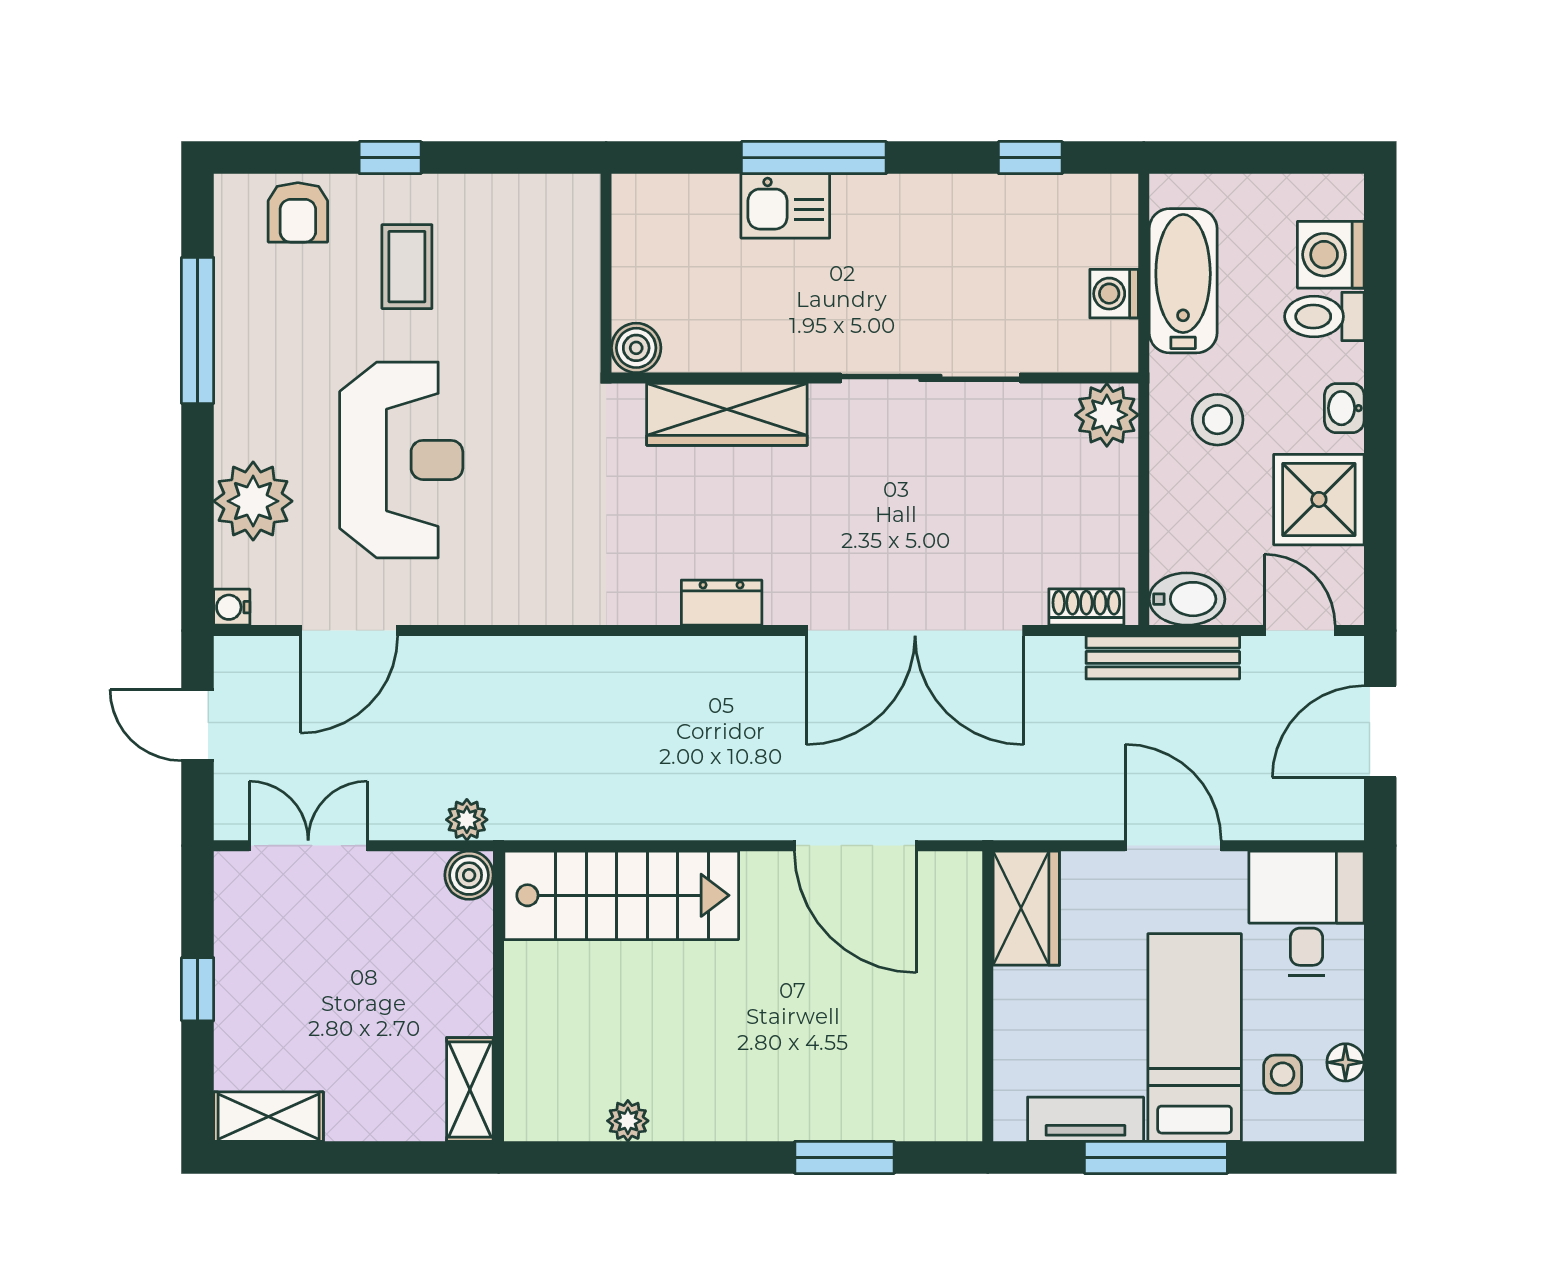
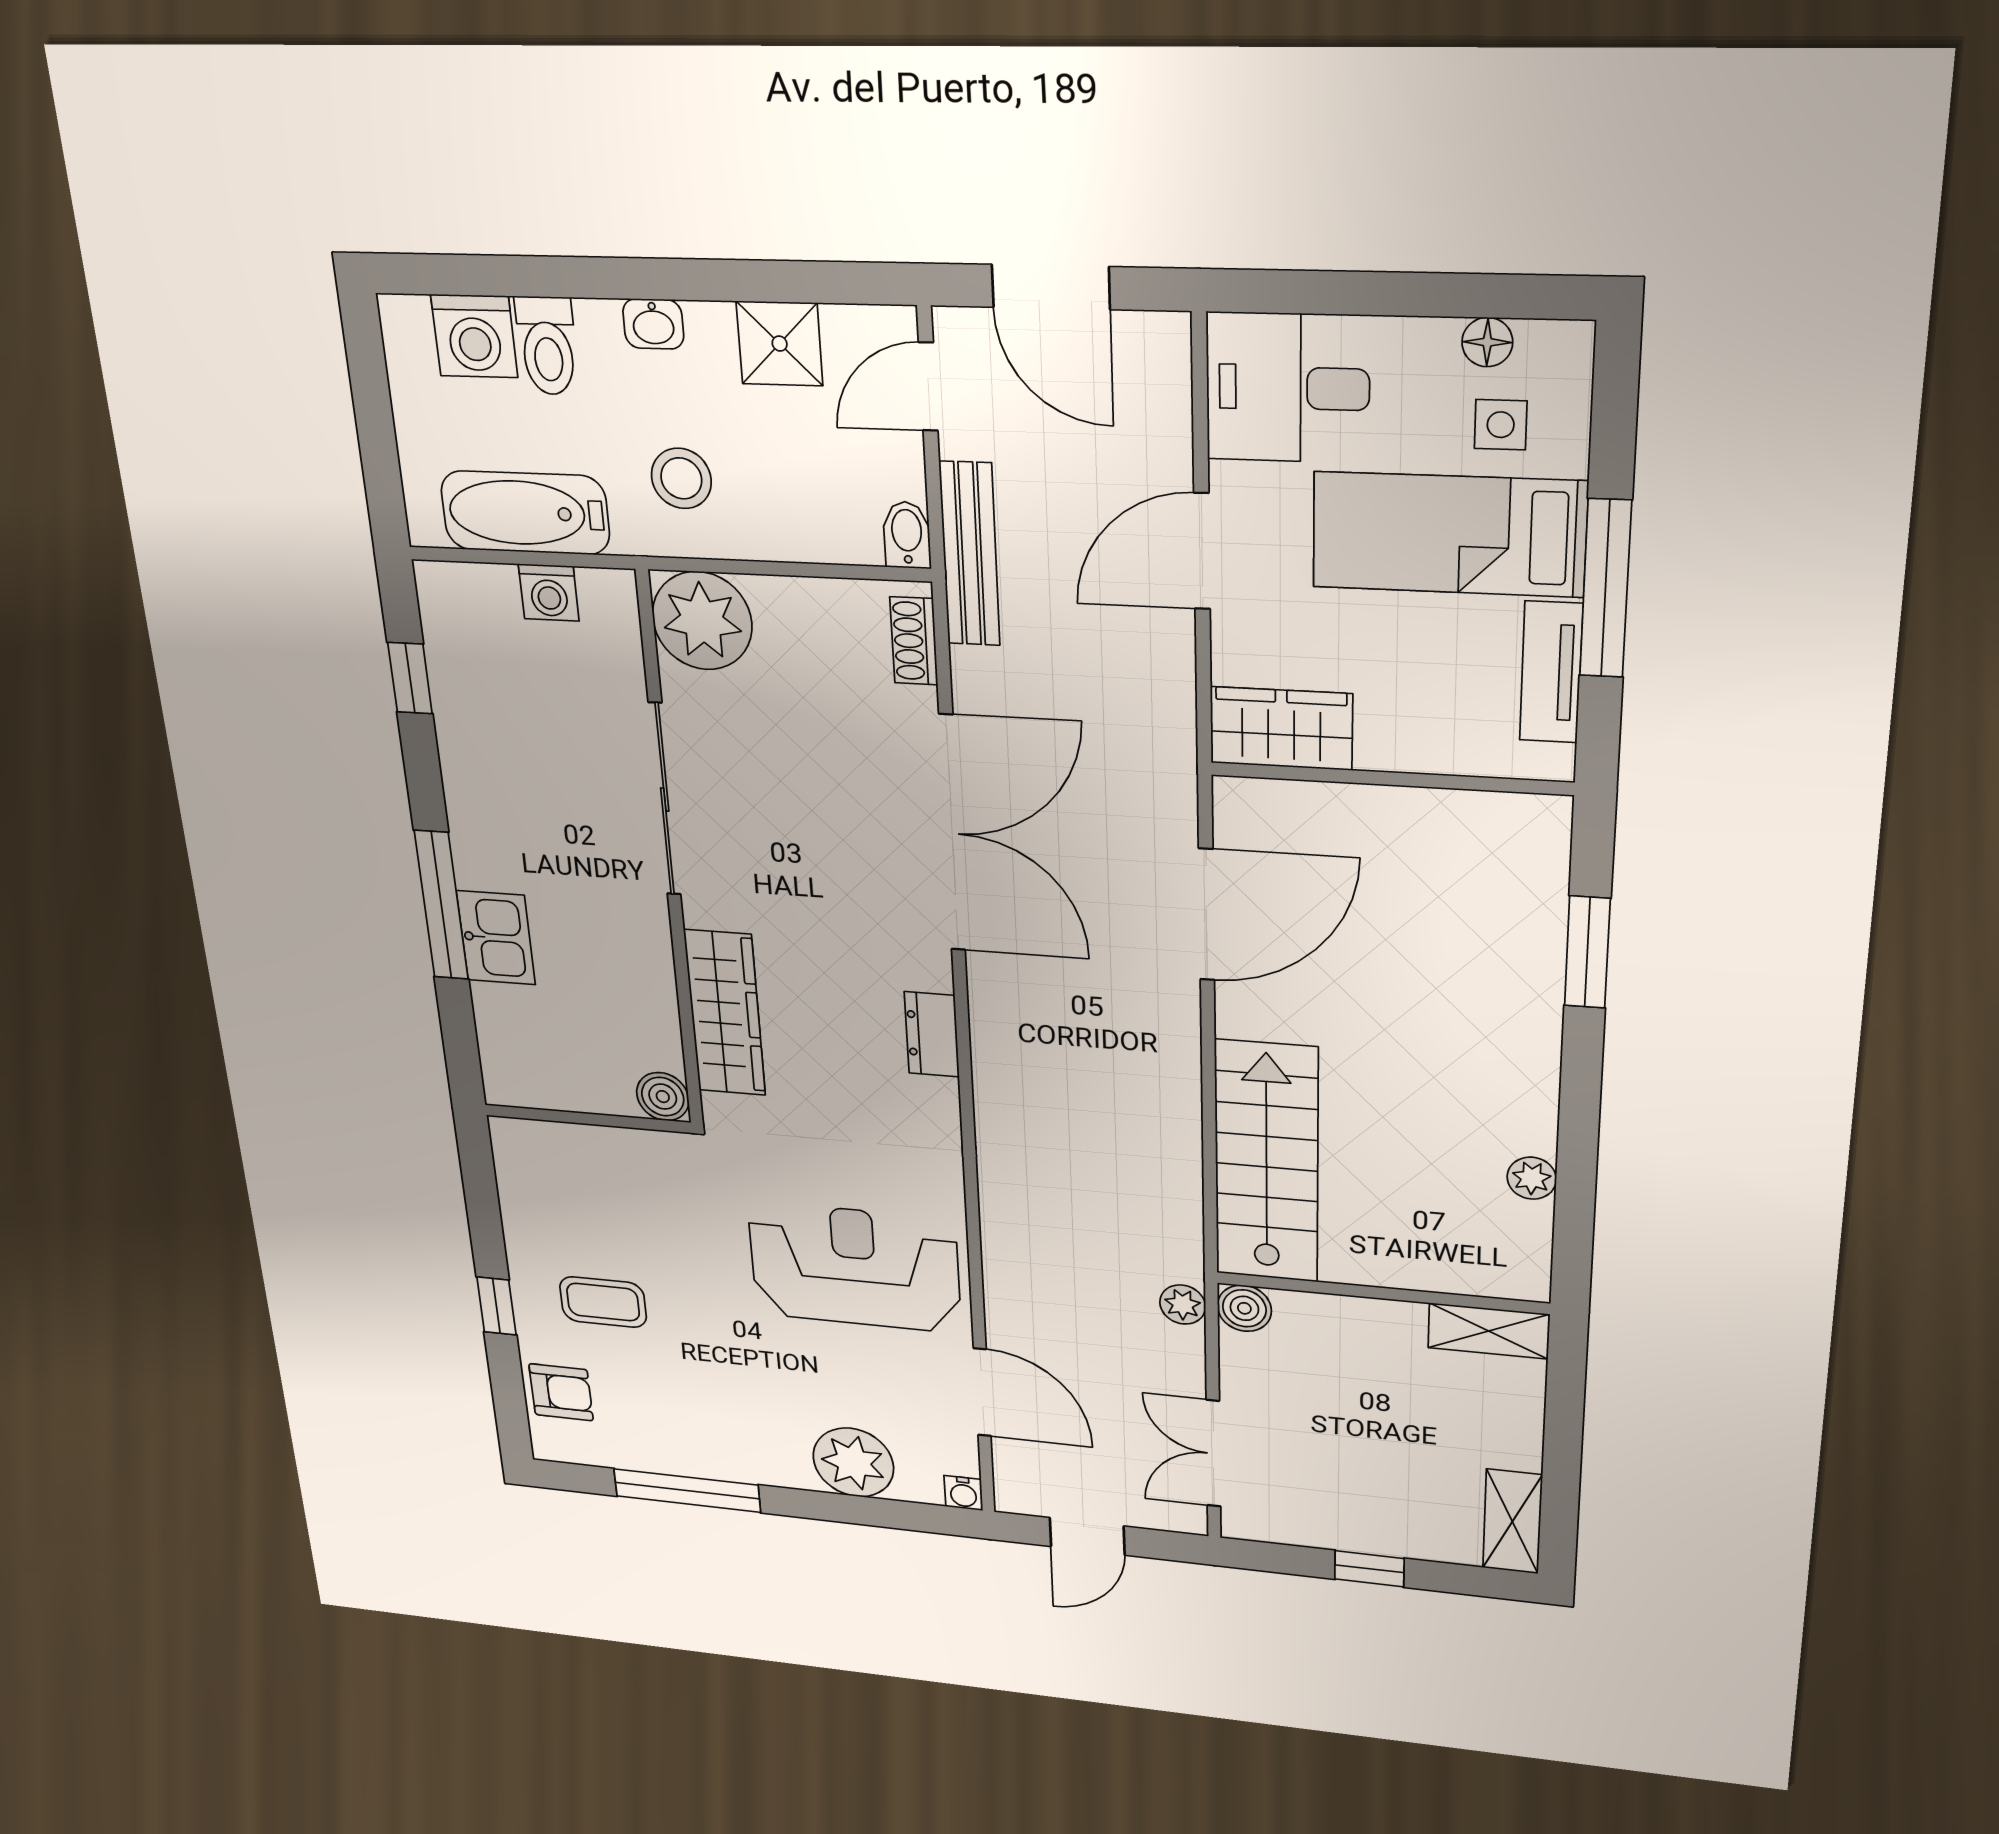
plant: (1107, 415) -> (702, 621), width x1.36, depth x1.36
reception desk: (401, 460) -> (854, 1267), moved
shower: (1319, 500) -> (780, 344), width x0.73, depth x0.73
bidet: (1187, 599) -> (907, 535), width x0.72, depth x0.74

